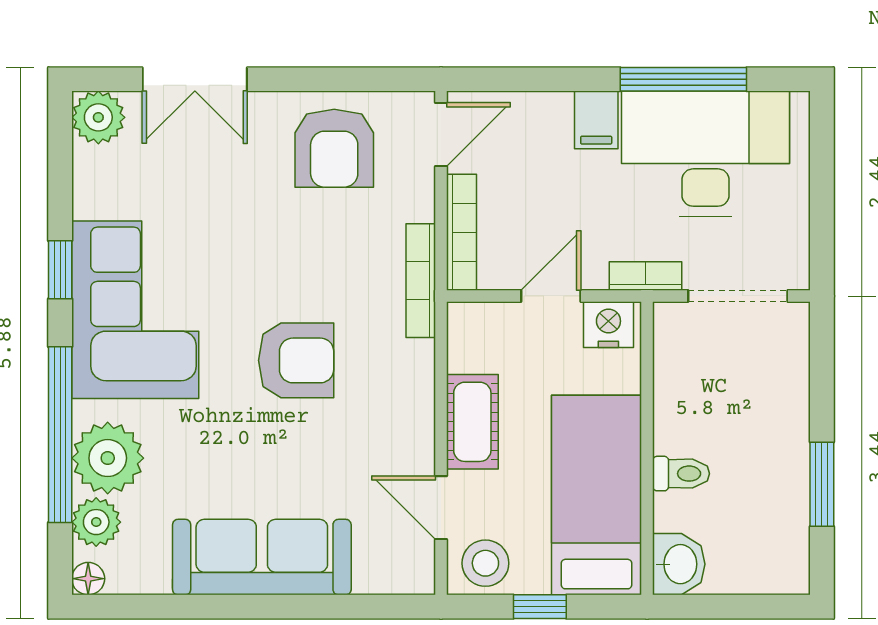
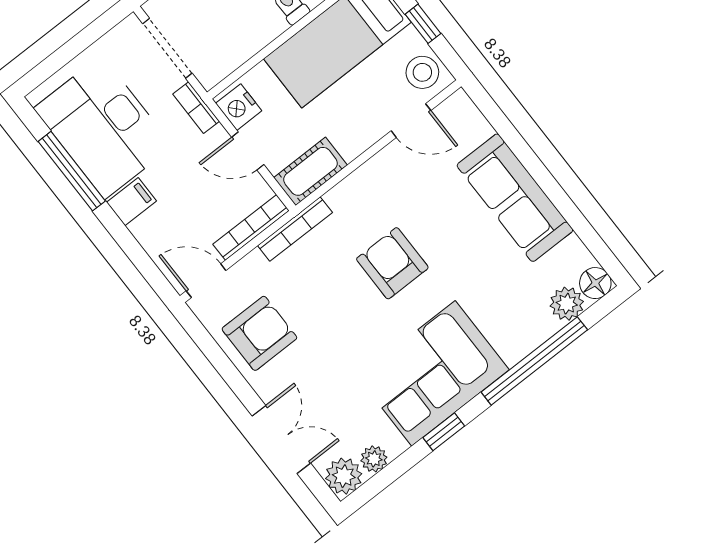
cot: (472, 422) -> (310, 171), moved
plant: (108, 458) -> (374, 459), moved, width x0.53, depth x0.53
door: (441, 508) -> (411, 121), hinge flipped
floor lamp: (88, 579) -> (595, 283), width x1.37, depth x1.37

